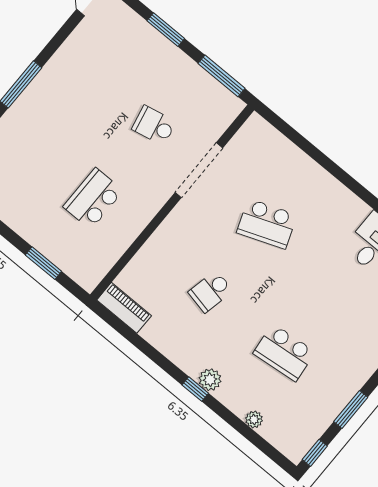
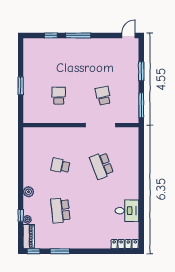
school desk: (93, 199) -> (59, 96), width x0.54
window: (43, 263) -> (21, 86), moved
piano: (124, 308) -> (29, 237), moved
window: (195, 389) -> (21, 215), moved

